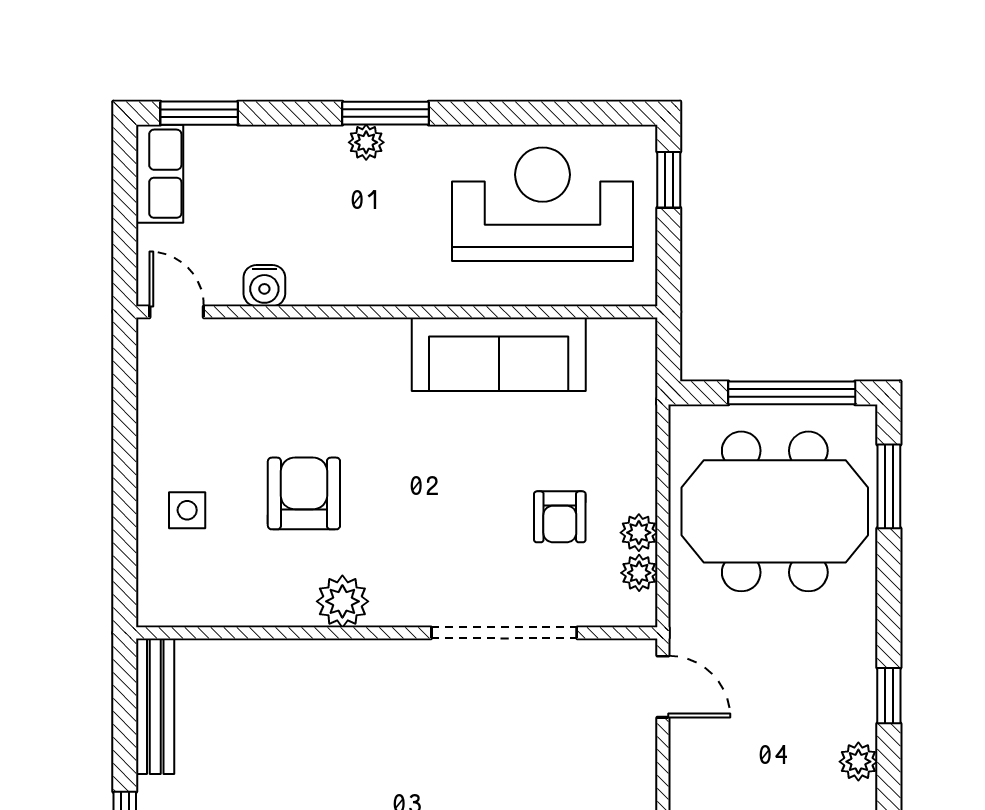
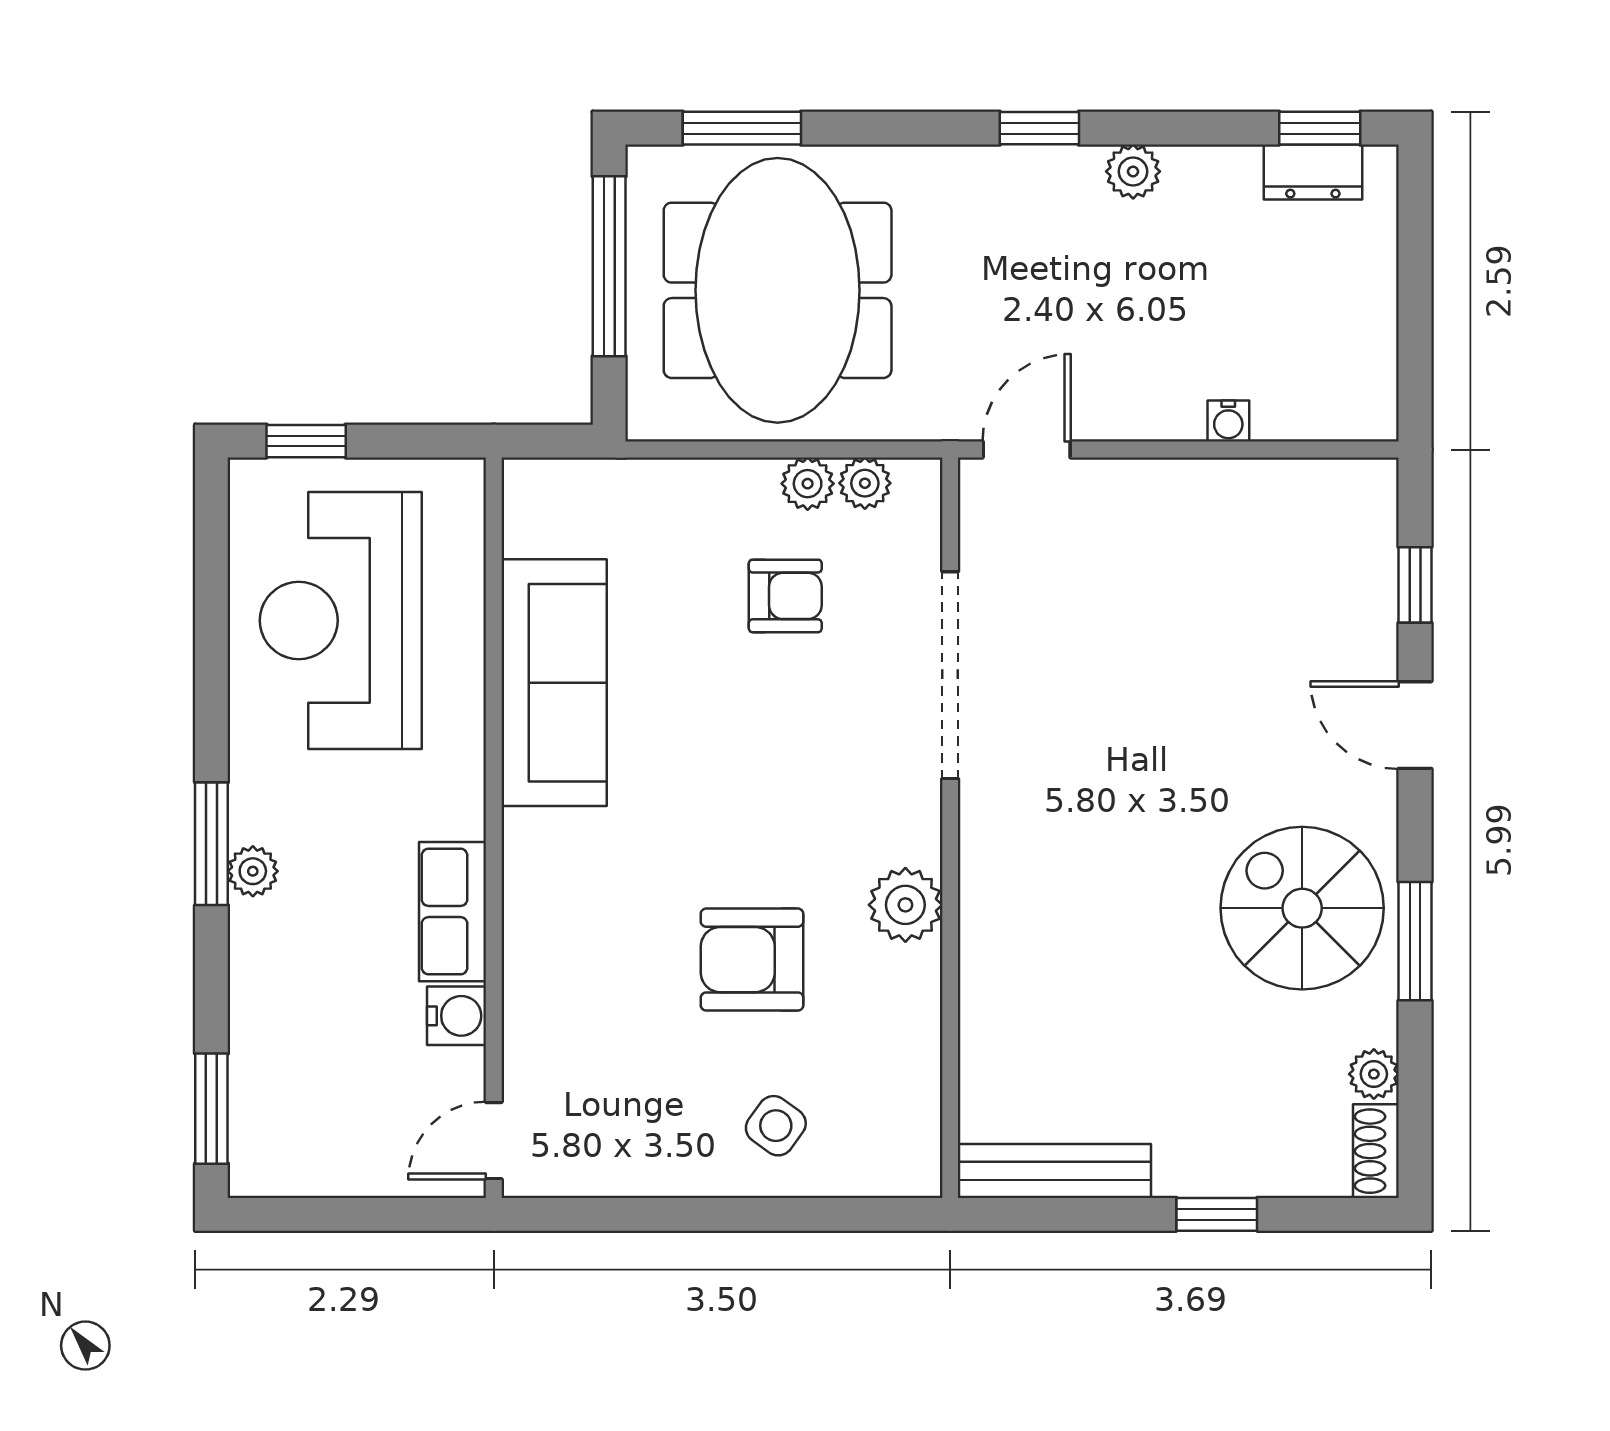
row of seats: (160, 174) -> (453, 912), moved, turned -90
side table: (187, 510) -> (776, 1126), turned 36

